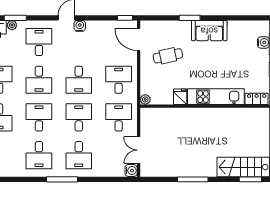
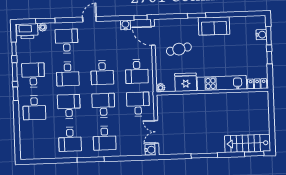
water cooler: (80, 26) -> (125, 25), moved
desk: (119, 80) -> (137, 71), turned 180
fridge: (180, 97) -> (186, 82), width x1.88, depth x1.34

